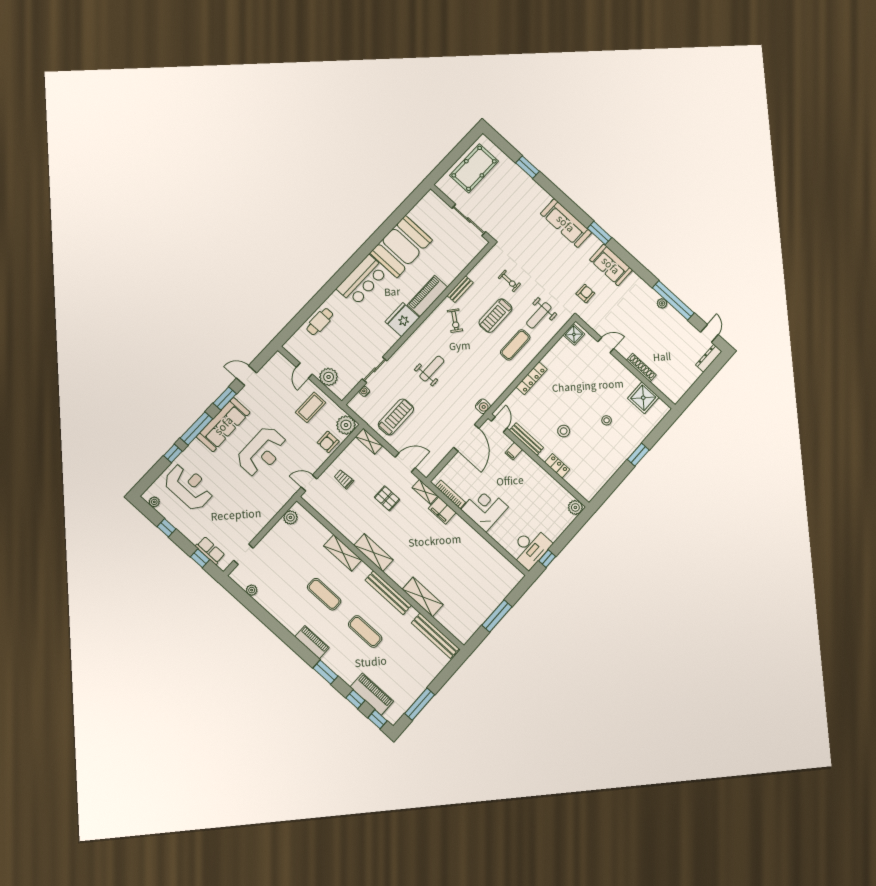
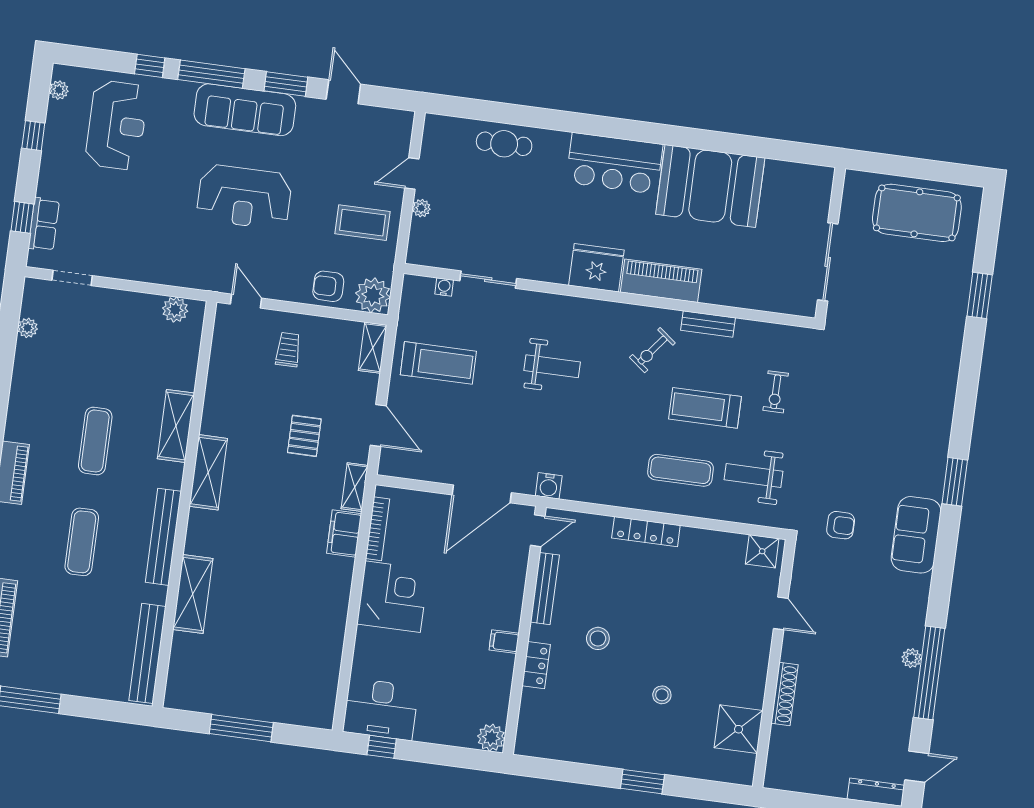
sofa: (566, 223) -> (933, 418), removed
plant: (329, 377) -> (421, 208), width x0.53, depth x0.53
filing cabinet: (514, 451) -> (504, 642), moved

